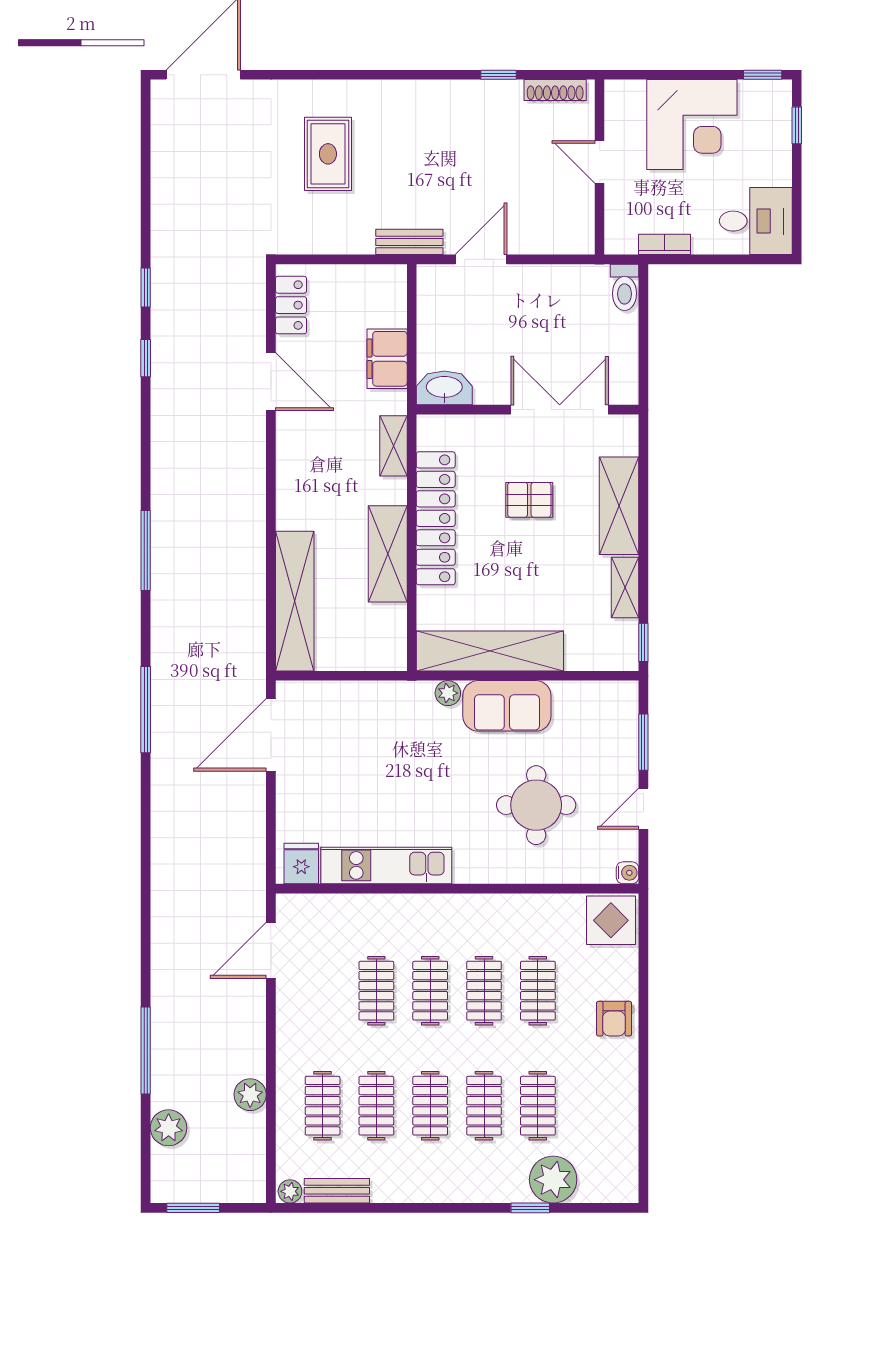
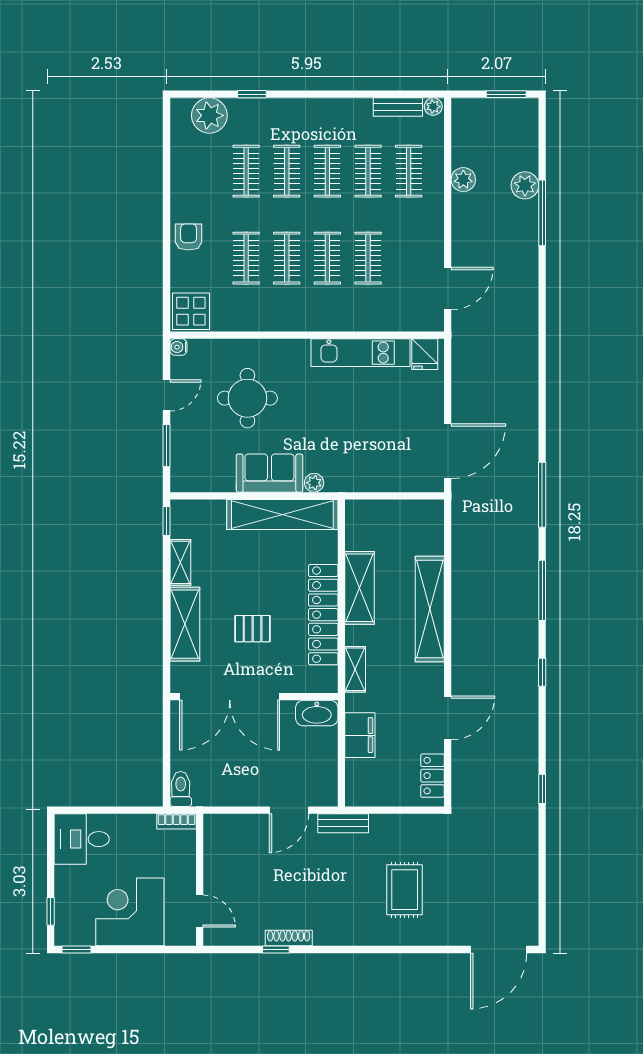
shoe rack: (555, 90) -> (289, 938), moved
door: (600, 162) -> (200, 911), moved
bookcase: (665, 244) -> (176, 821), moved
window: (146, 358) -> (542, 672), moved
door: (271, 382) -> (448, 718), swing flipped
double door: (560, 410) -> (230, 697), width x1.36
shelving: (295, 601) -> (430, 609), moved
window: (146, 710) -> (542, 495), moved
plant: (169, 1128) -> (525, 185), moved
plant: (553, 1180) -> (209, 115), moved

